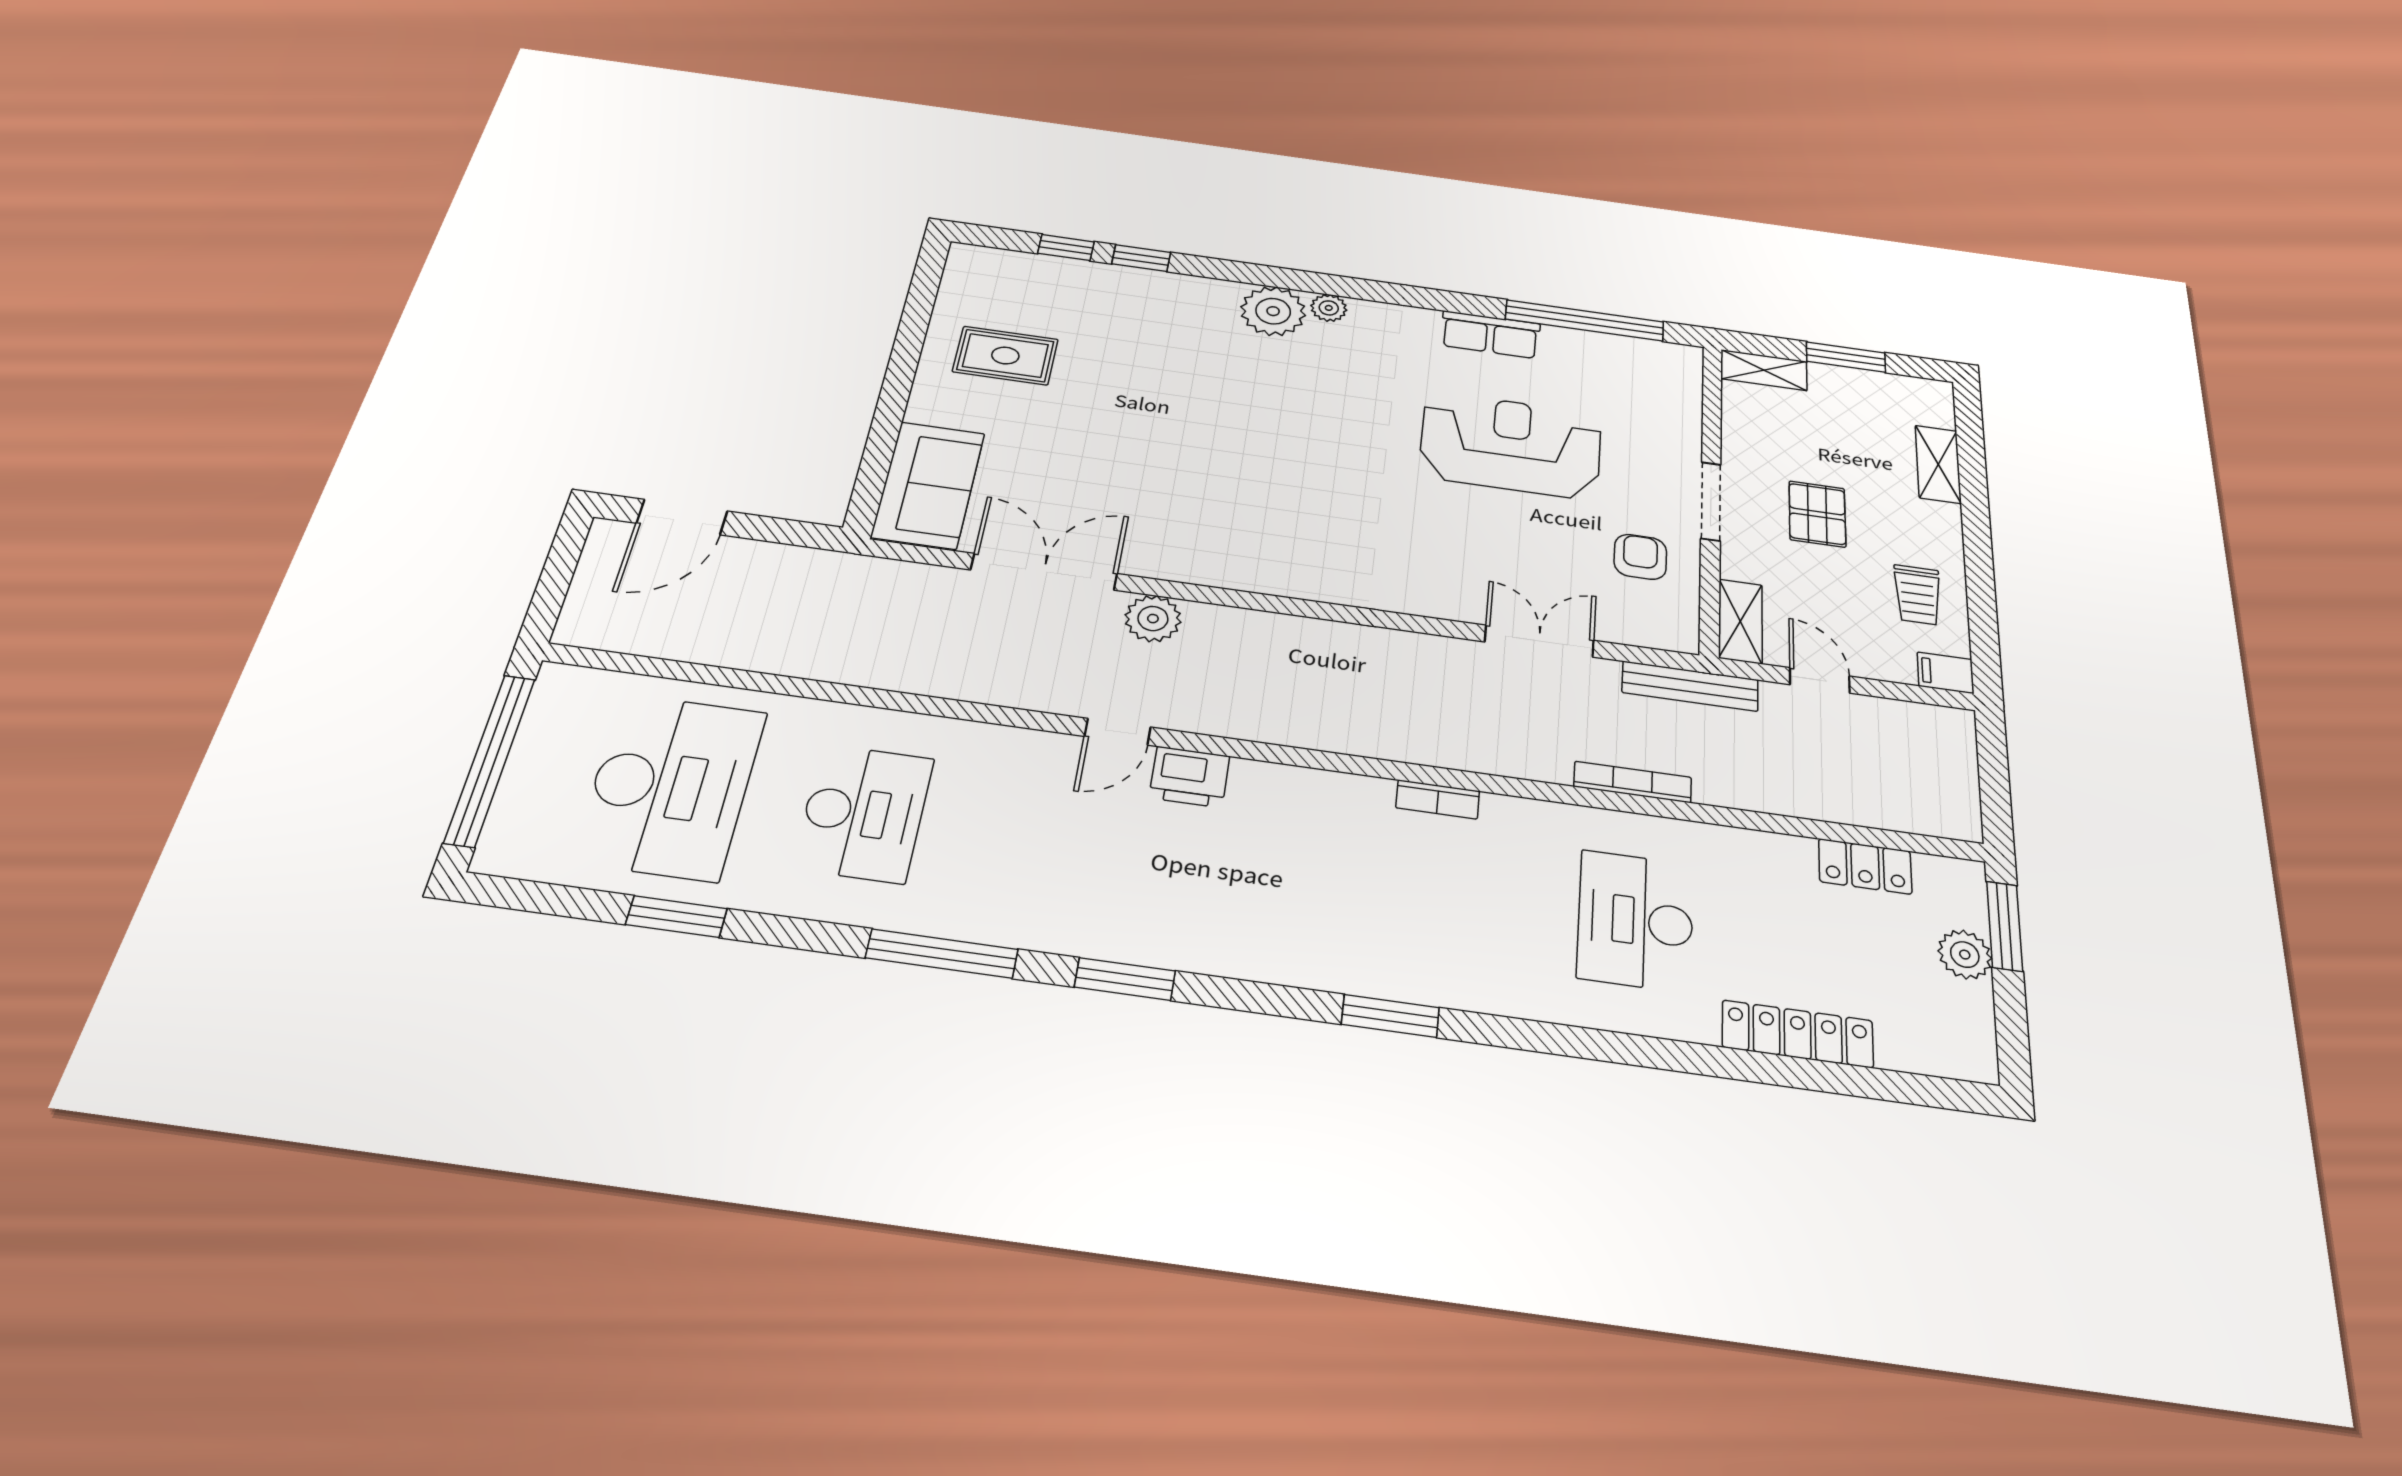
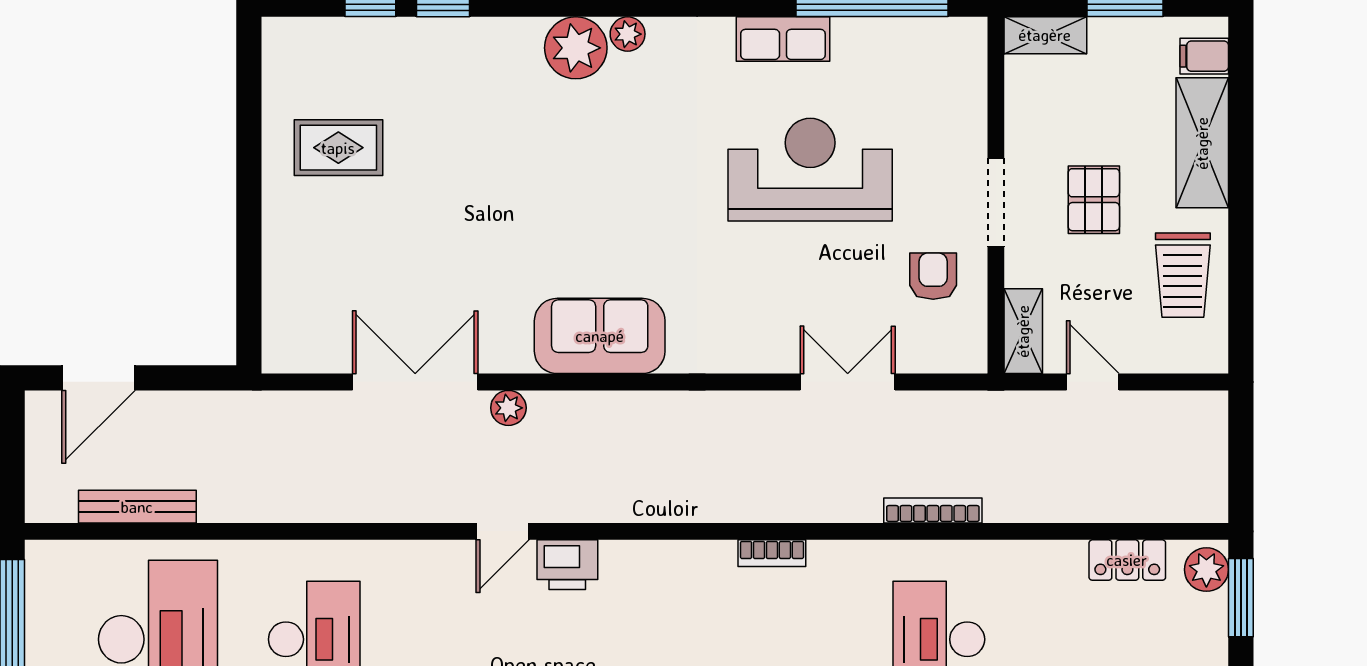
shelving: (1938, 464) -> (1202, 143), width x1.50, depth x1.33
sofa: (928, 485) -> (600, 336), moved, turned -90
trolley: (1917, 595) -> (1183, 275), width x1.36, depth x1.39
plant: (1153, 619) -> (508, 408), width x0.73, depth x0.73
filing cabinet: (1946, 673) -> (1204, 56), moved
bench: (1690, 686) -> (137, 507), moved
plant: (1965, 955) -> (1206, 570), moved

